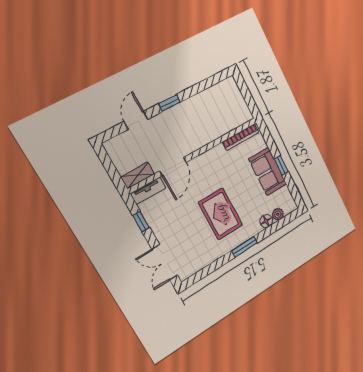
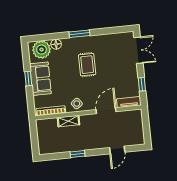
window: (169, 103) -> (77, 154), moved
side table: (213, 160) -> (77, 104), added
shelving: (138, 175) -> (68, 121), moved
rug: (221, 214) -> (87, 65), width x0.73, depth x0.70
plant: (278, 214) -> (42, 50), width x1.88, depth x1.88

